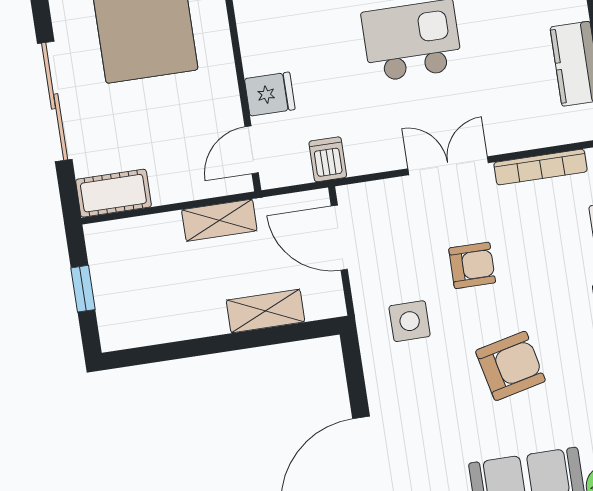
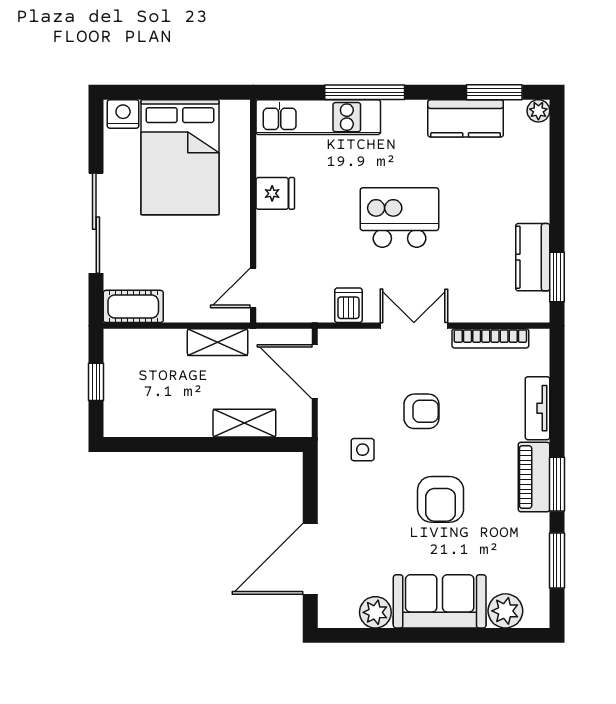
fridge: (270, 94) -> (275, 193), moved
dishwasher: (328, 159) -> (348, 305), moved
side table: (410, 321) -> (363, 450), width x0.73, depth x0.73
armchair: (510, 366) -> (441, 499), turned 103

